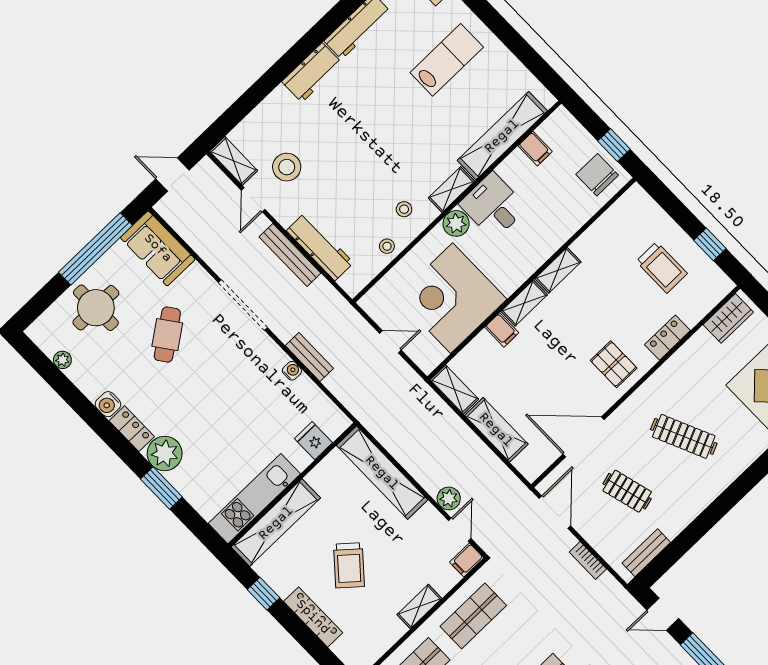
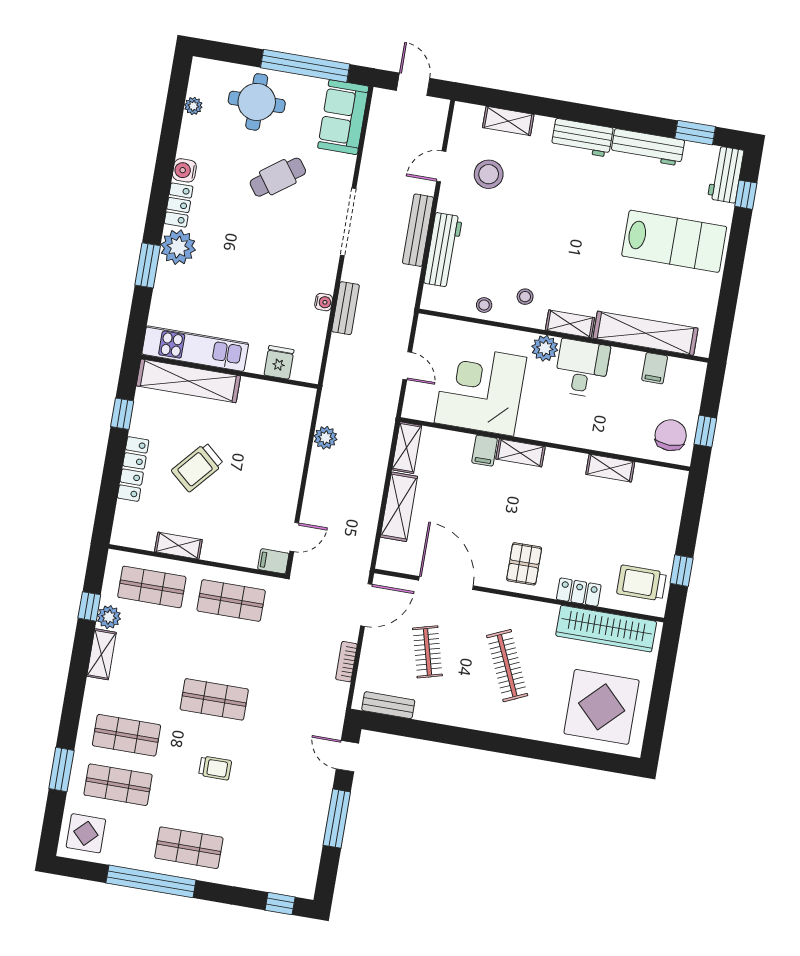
lab bench: (447, 60) -> (674, 241), width x1.36, depth x1.39
shelving: (234, 161) -> (508, 121), moved, turned 90
trolley: (662, 267) -> (641, 583), moved, turned 90
shelving: (558, 270) -> (610, 468), moved
wardrobe: (728, 318) -> (606, 629), width x2.10, depth x1.17
shelving: (382, 473) -> (294, 438), removed
plant: (449, 498) -> (325, 438), moved
shelving: (419, 607) -> (178, 546), moved

